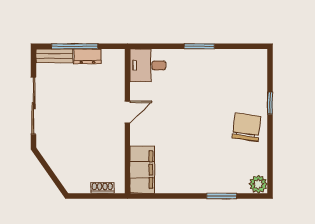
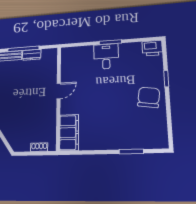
printer: (255, 59) -> (152, 48), added
desk: (148, 65) -> (106, 56), moved, turned 90
plant: (258, 184) -> (161, 141), removed

